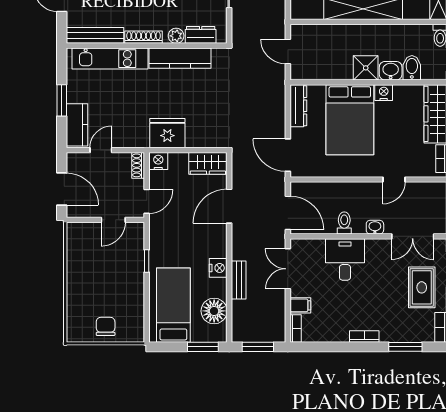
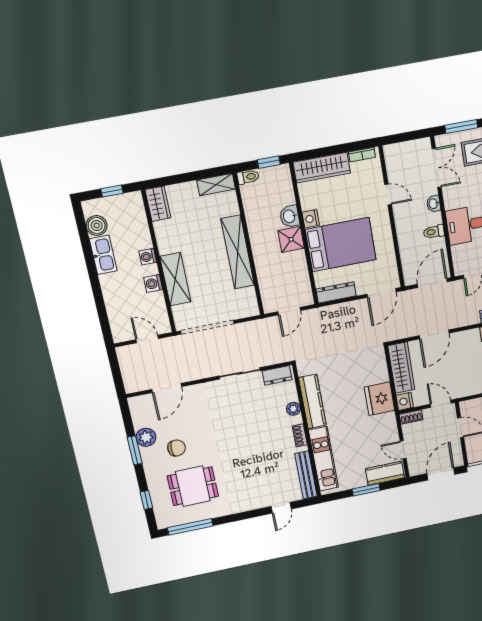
dresser: (201, 35) -> (277, 375), moved, turned -90
shoe rack: (144, 37) -> (300, 435), width x0.70
bidet: (412, 68) -> (283, 197), removed
wardrobe: (208, 163) -> (401, 368), width x1.50
door: (229, 206) -> (434, 334), hinge flipped

